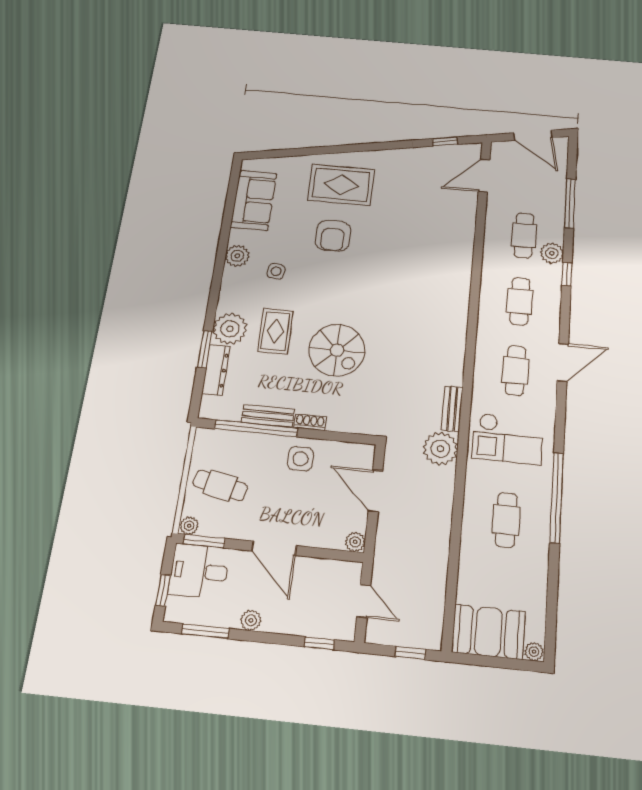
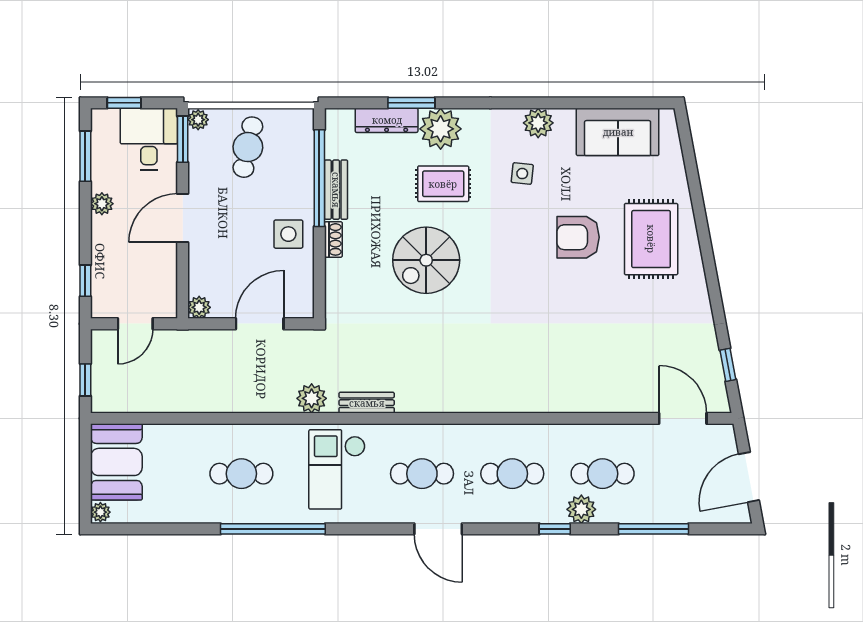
plant: (440, 449) -> (312, 398), width x0.73, depth x0.73

